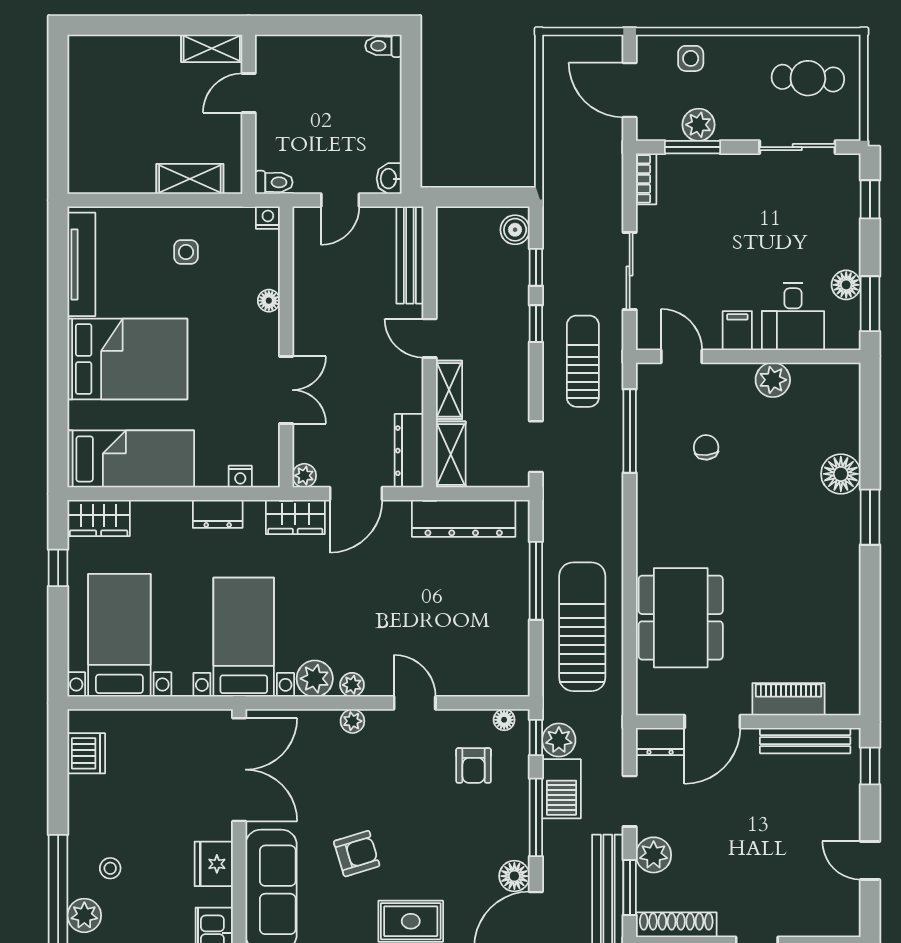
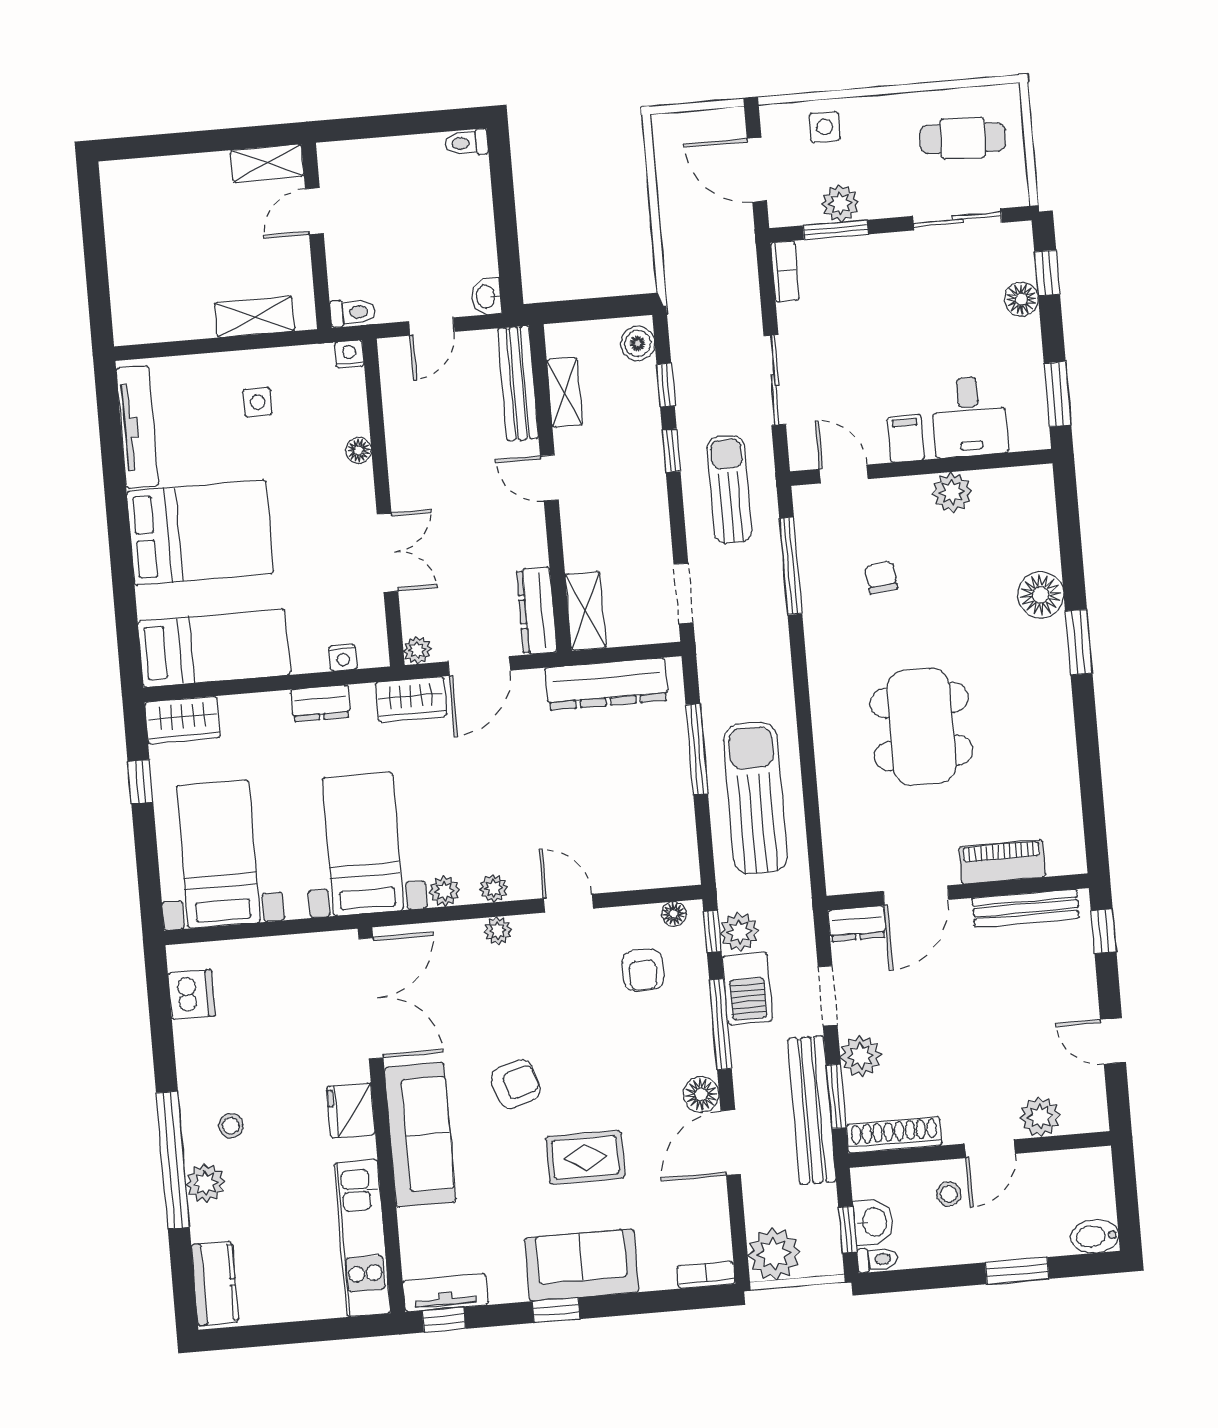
floor lamp: (846, 285) -> (1021, 299), moved
shelving: (449, 390) -> (565, 392), moved
dining table: (681, 618) -> (921, 727), moved
plant: (315, 679) -> (444, 891), width x0.73, depth x0.73
plant: (802, 920) -> (1040, 1117), added

